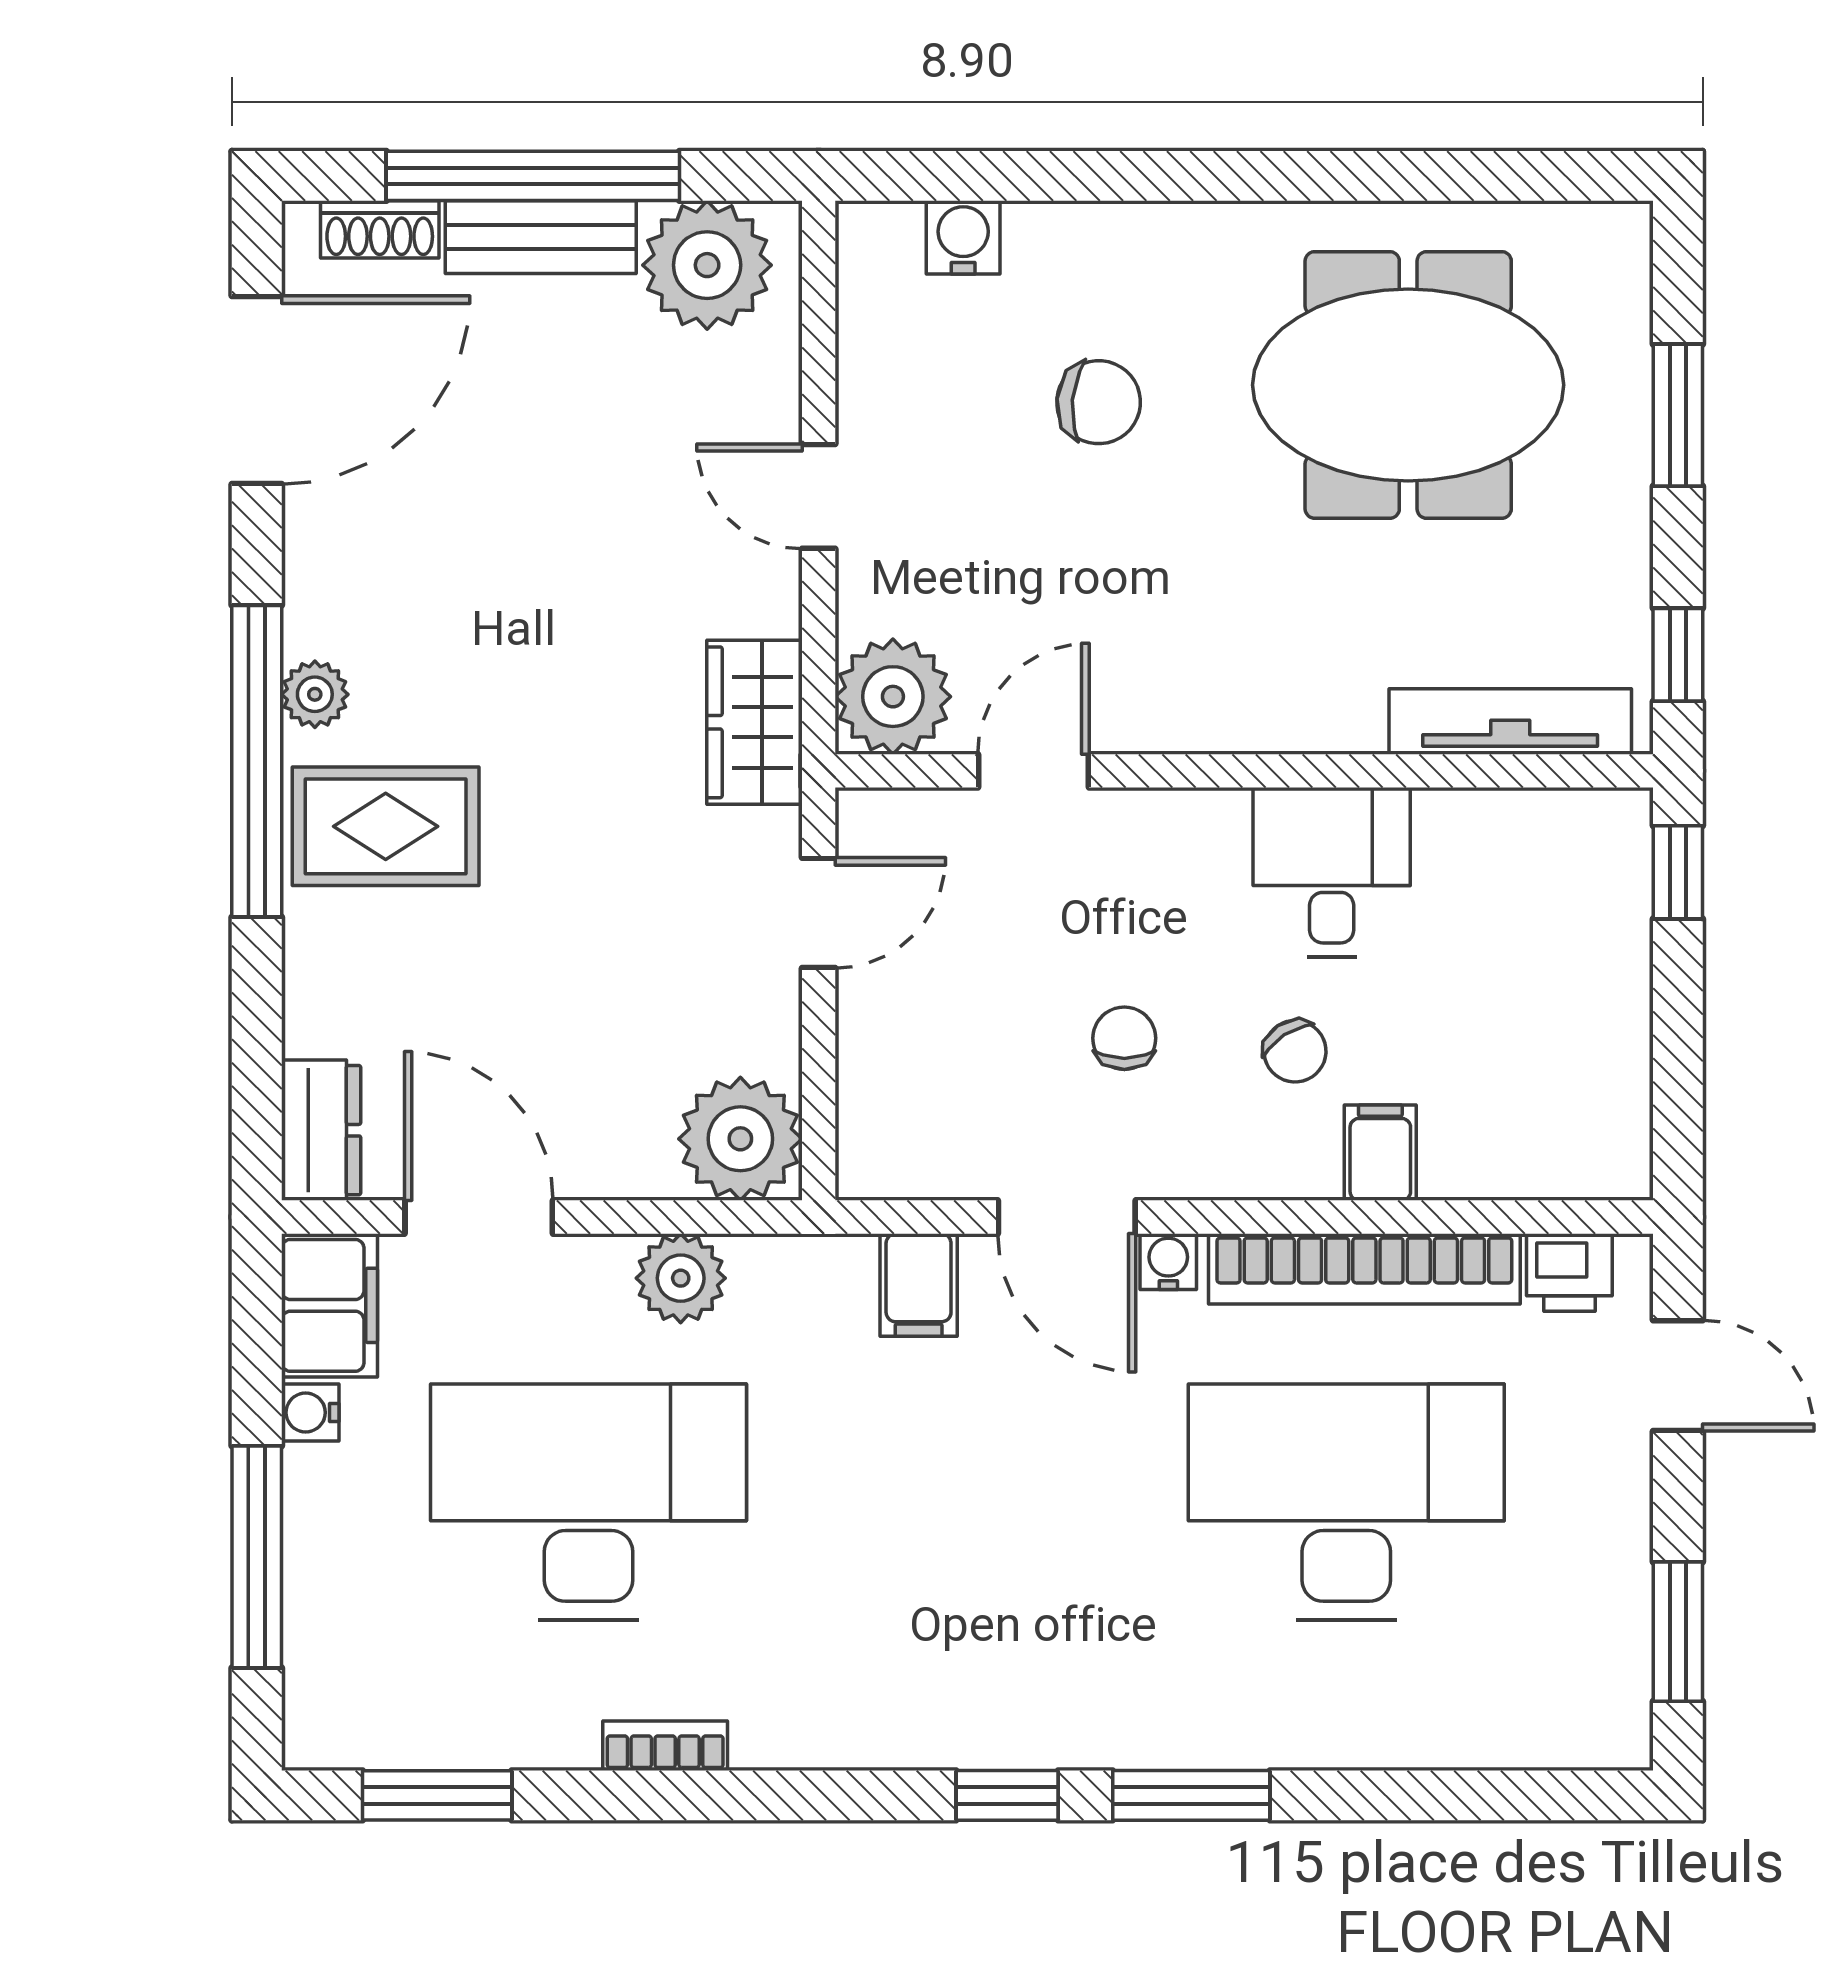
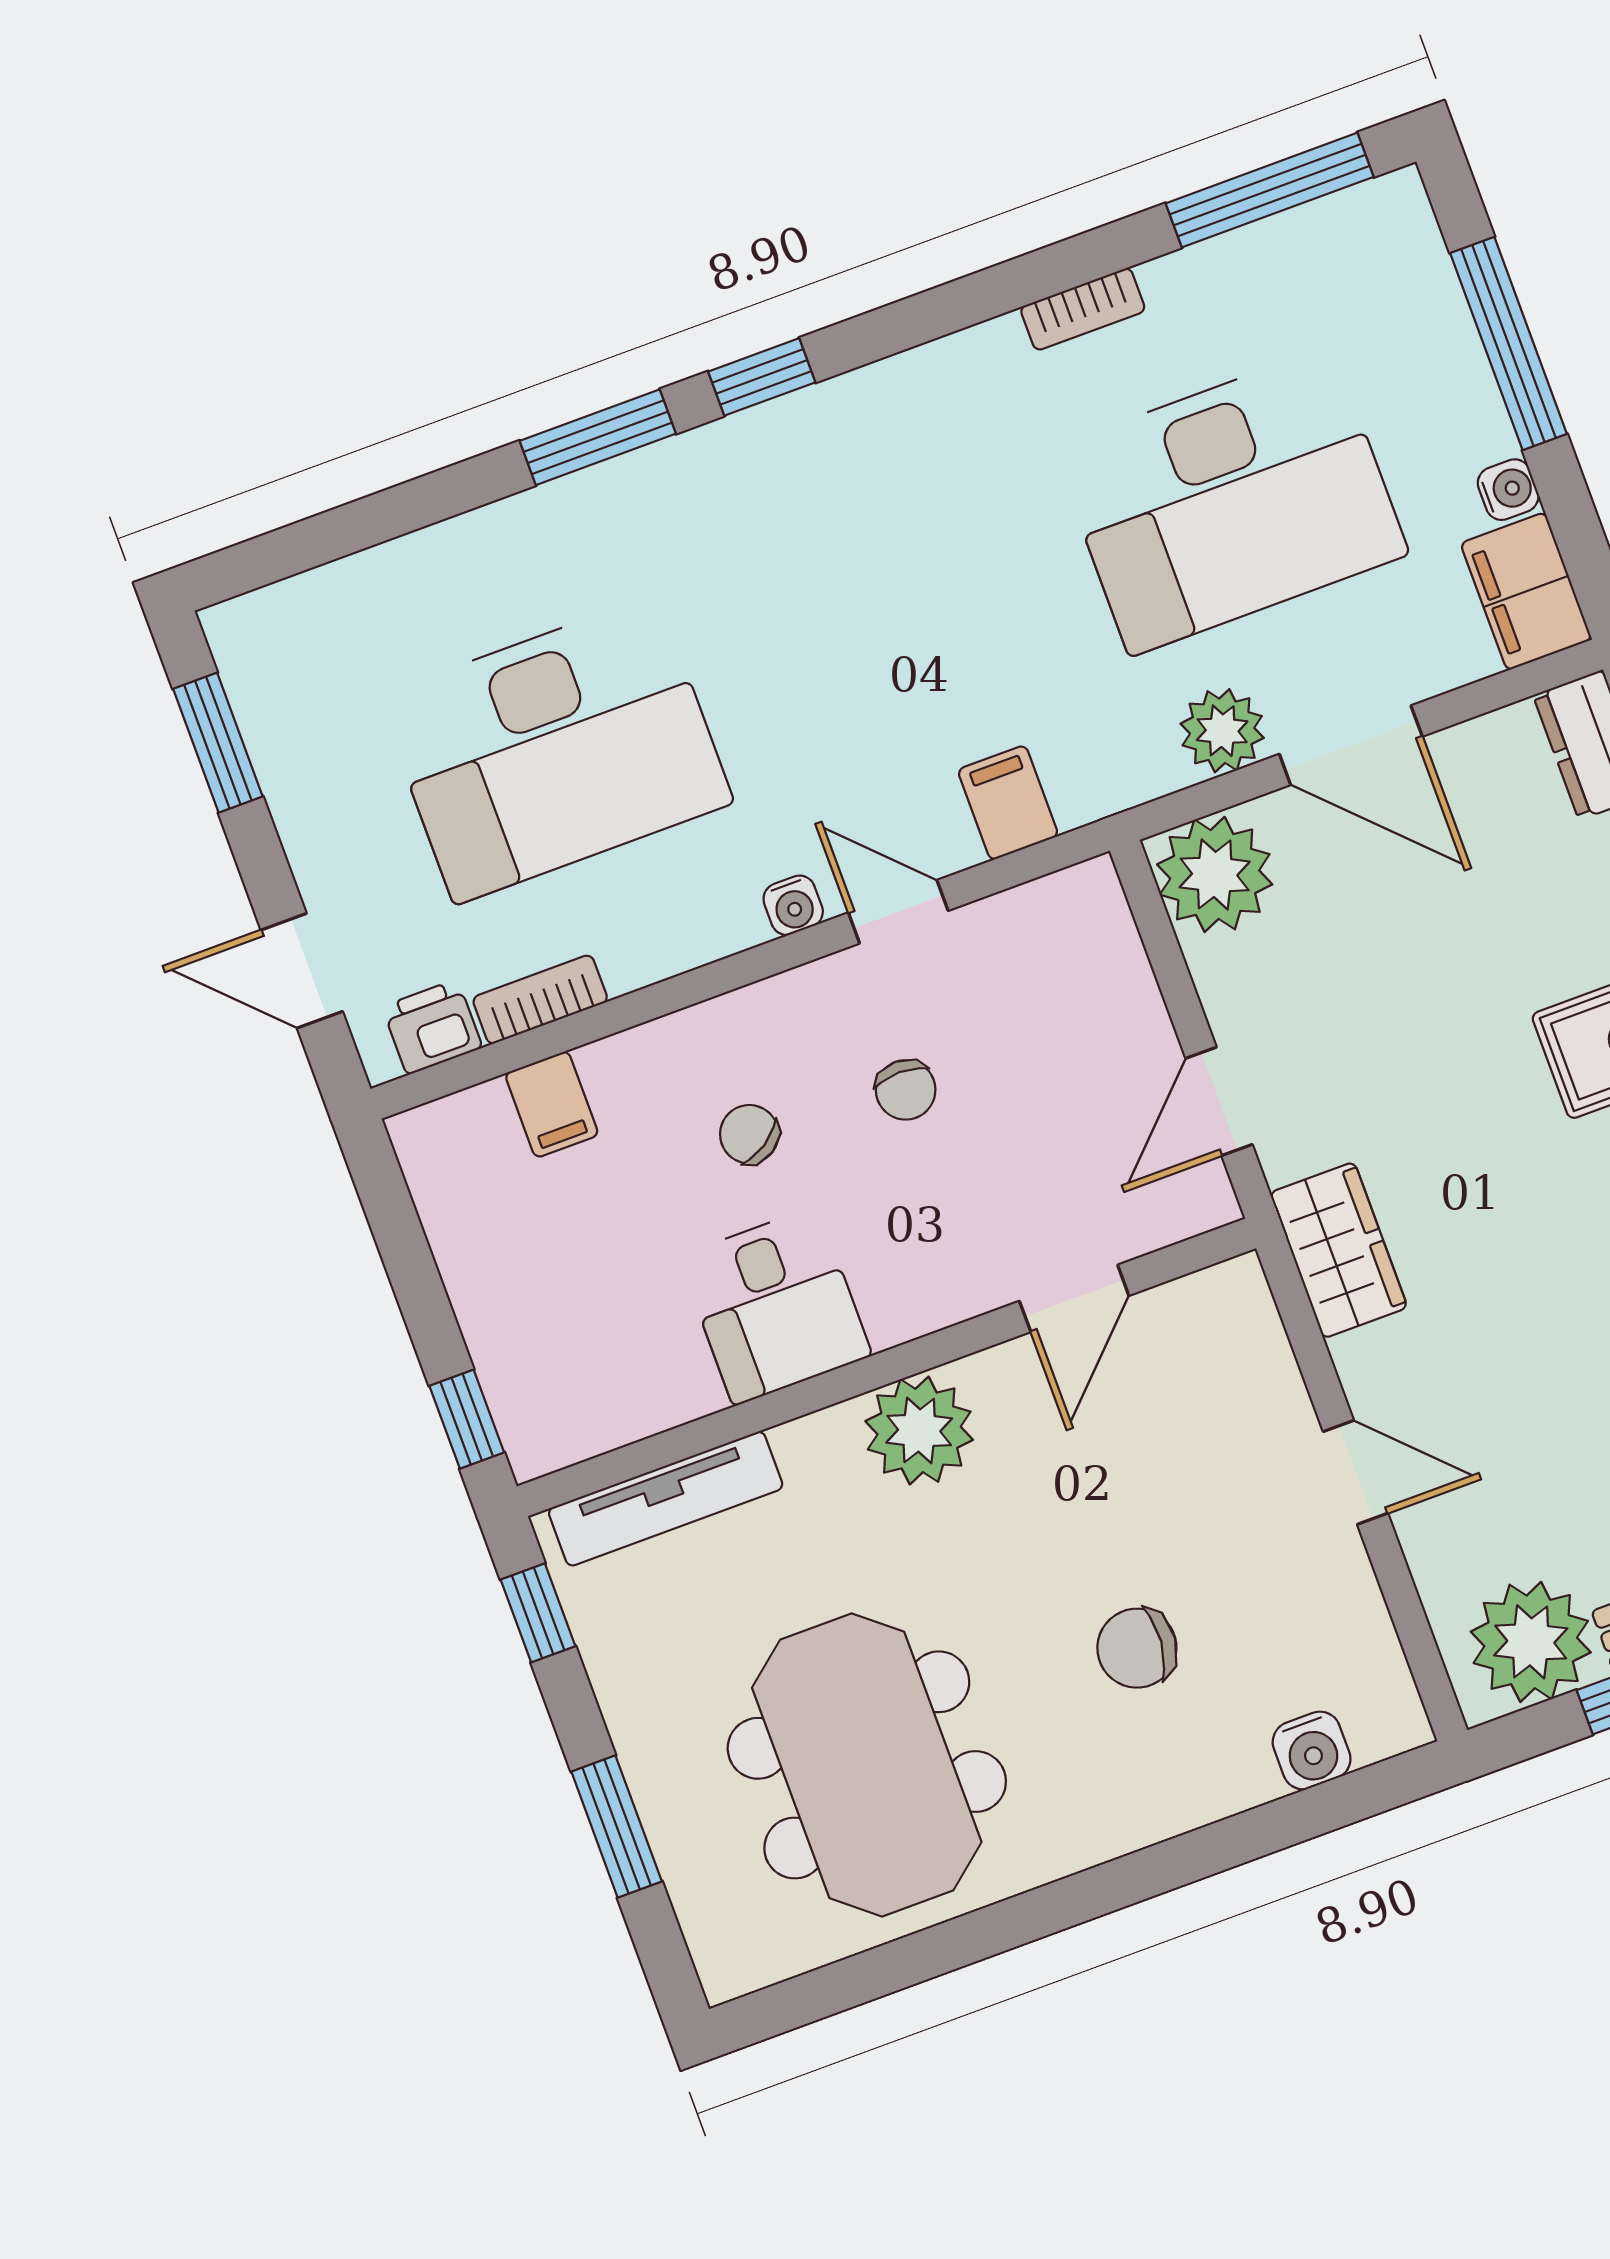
meeting table: (1408, 385) -> (867, 1765), turned 90
plant: (893, 697) -> (919, 1430), moved
filing cabinet: (1380, 1153) -> (552, 1104), moved
door: (479, 1217) -> (1351, 745), moved
door: (1067, 1217) -> (898, 912), width x0.73
bookcase: (1364, 1269) -> (540, 1000), width x0.43, depth x0.76
window: (437, 1795) -> (1270, 190), width x1.44

